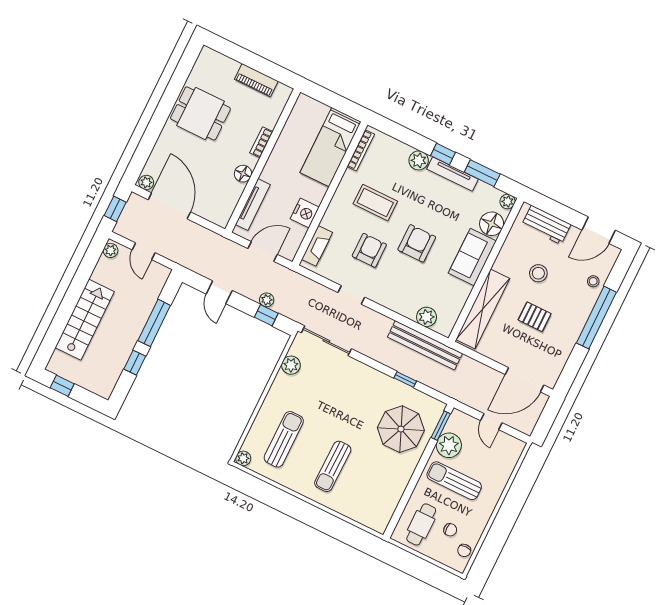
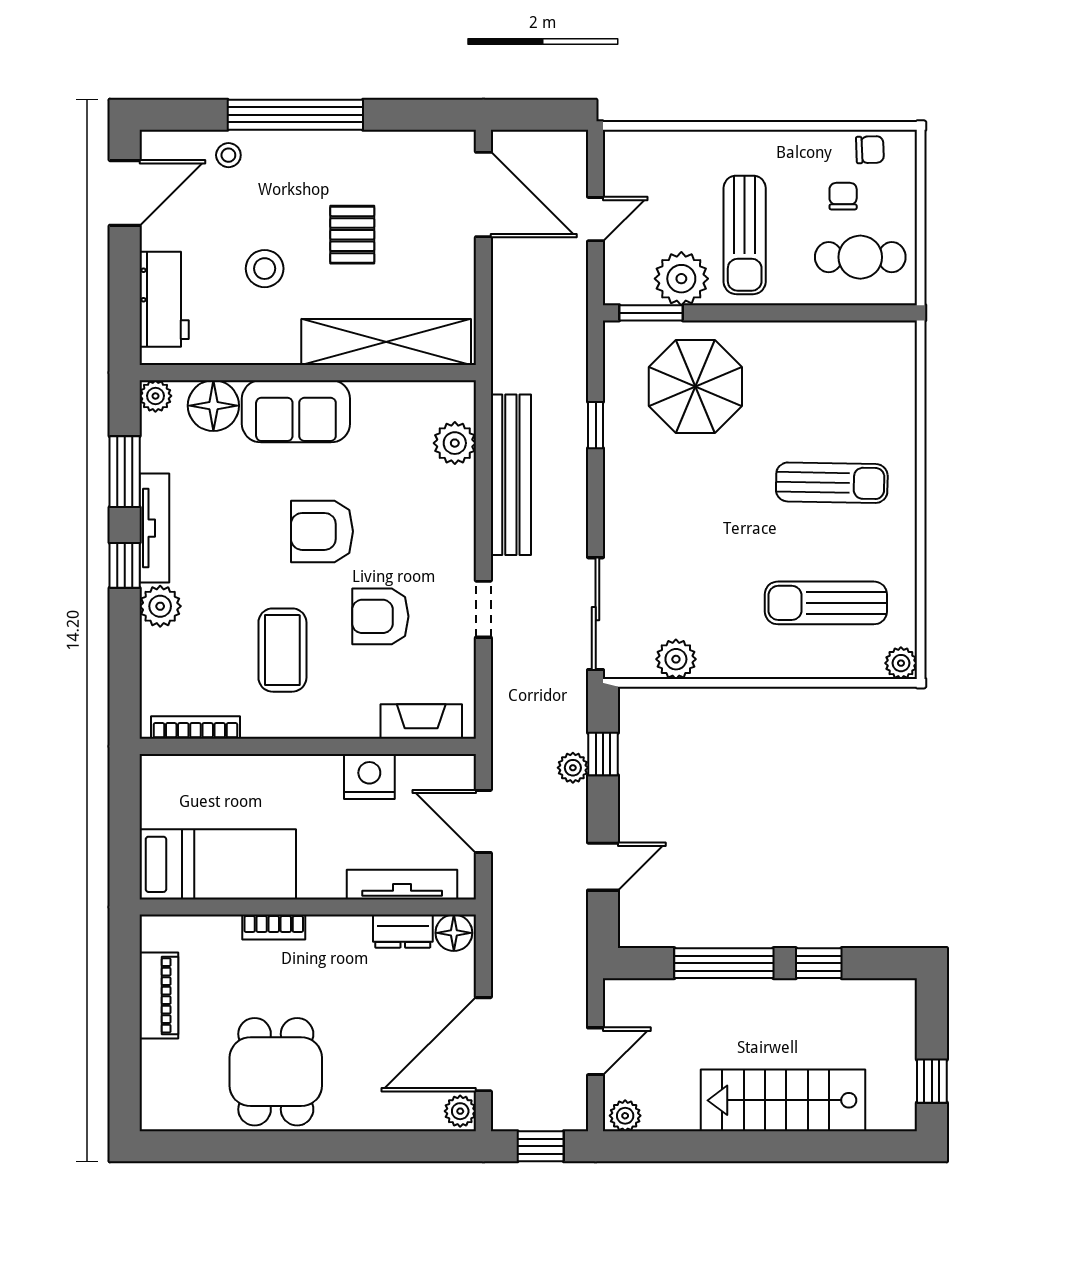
bed: (330, 147) -> (218, 864), moved
floor lamp: (243, 174) -> (454, 933), moved
dresser: (233, 195) -> (403, 931), added
door: (599, 230) -> (125, 193), hinge flipped
bench: (425, 345) -> (511, 475), moved

